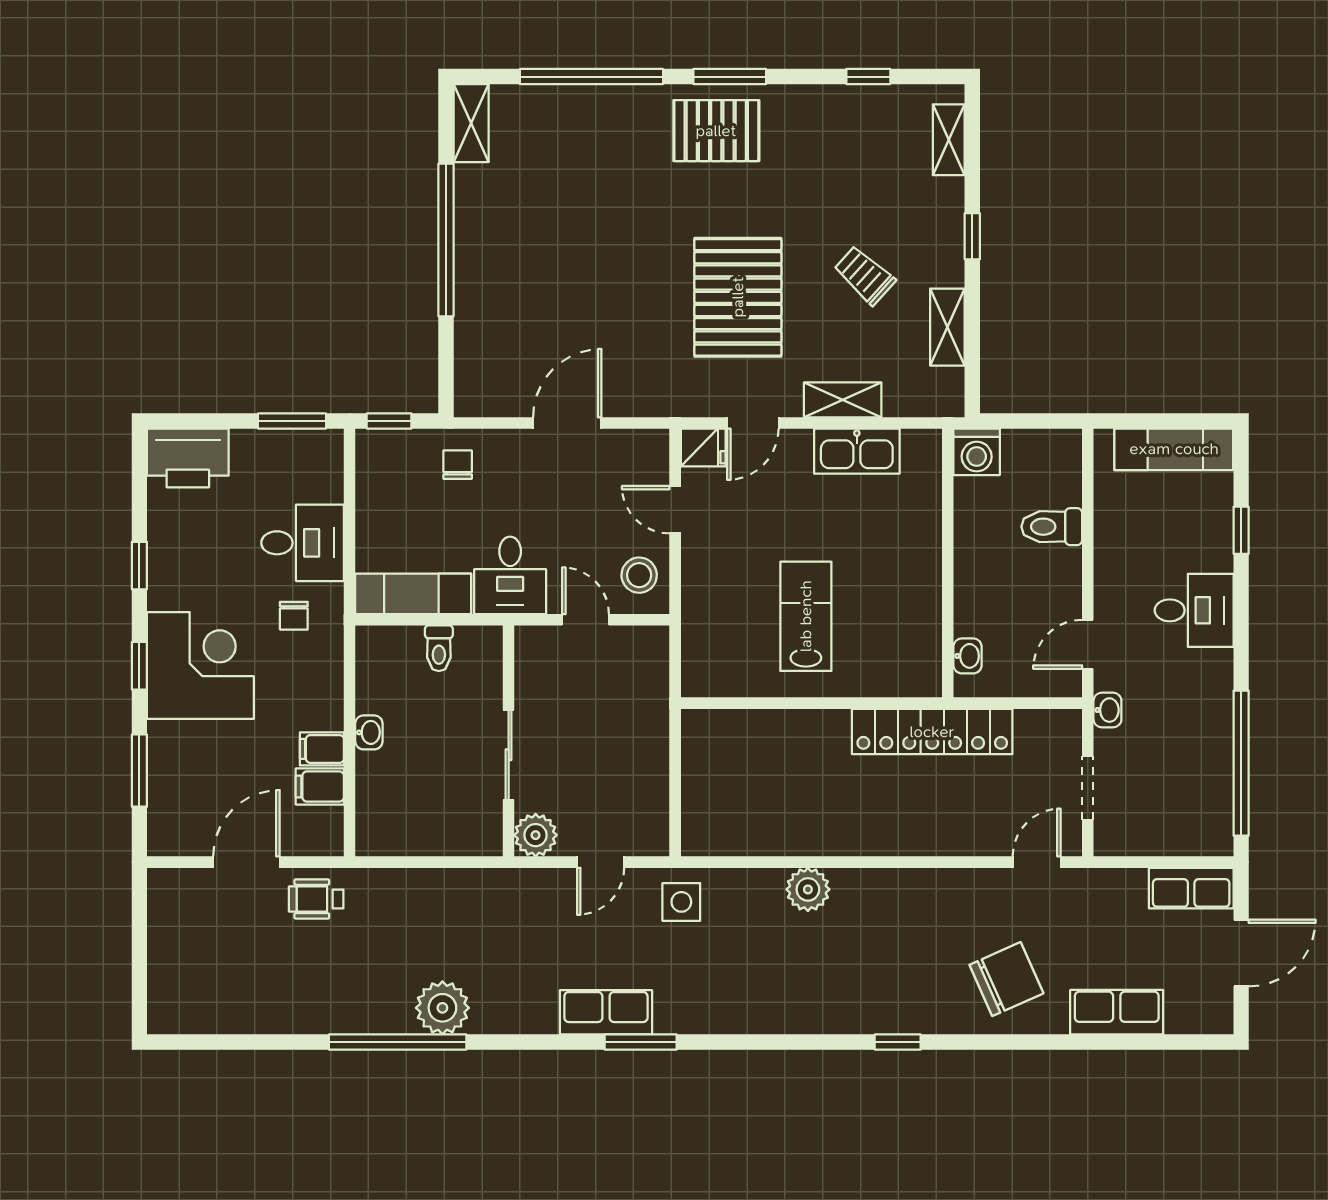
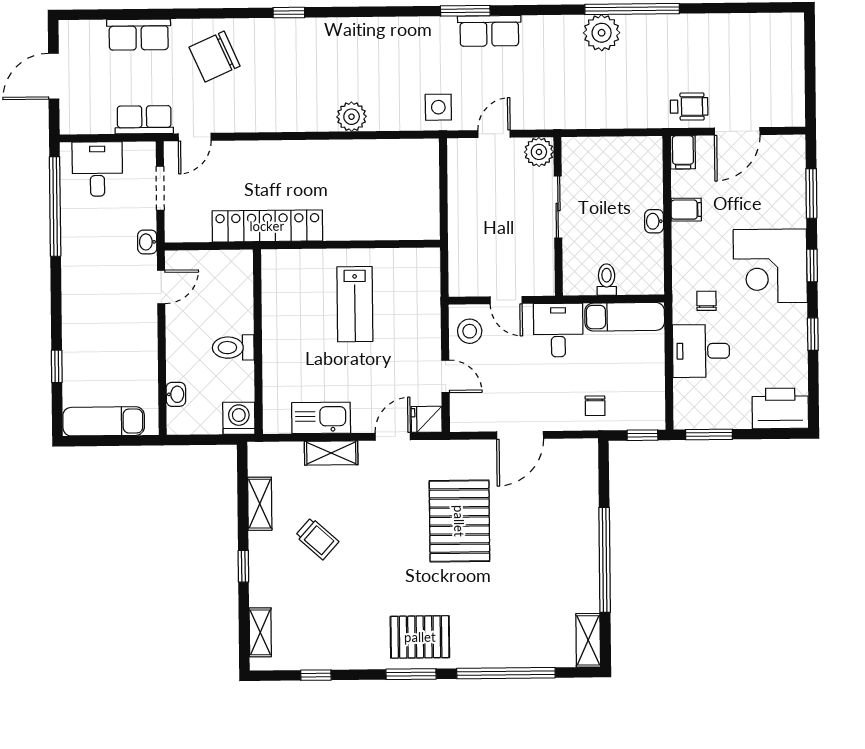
pallet: (738, 297) -> (459, 521), moved
toilet: (1052, 527) -> (233, 348), moved, turned 180
desk: (1194, 610) -> (97, 169), moved, turned 90
washbasin: (968, 656) -> (176, 394), moved, turned 180
filing cabinet: (320, 787) -> (683, 152), moved, turned 90
row of seats: (1191, 888) -> (144, 120), moved

